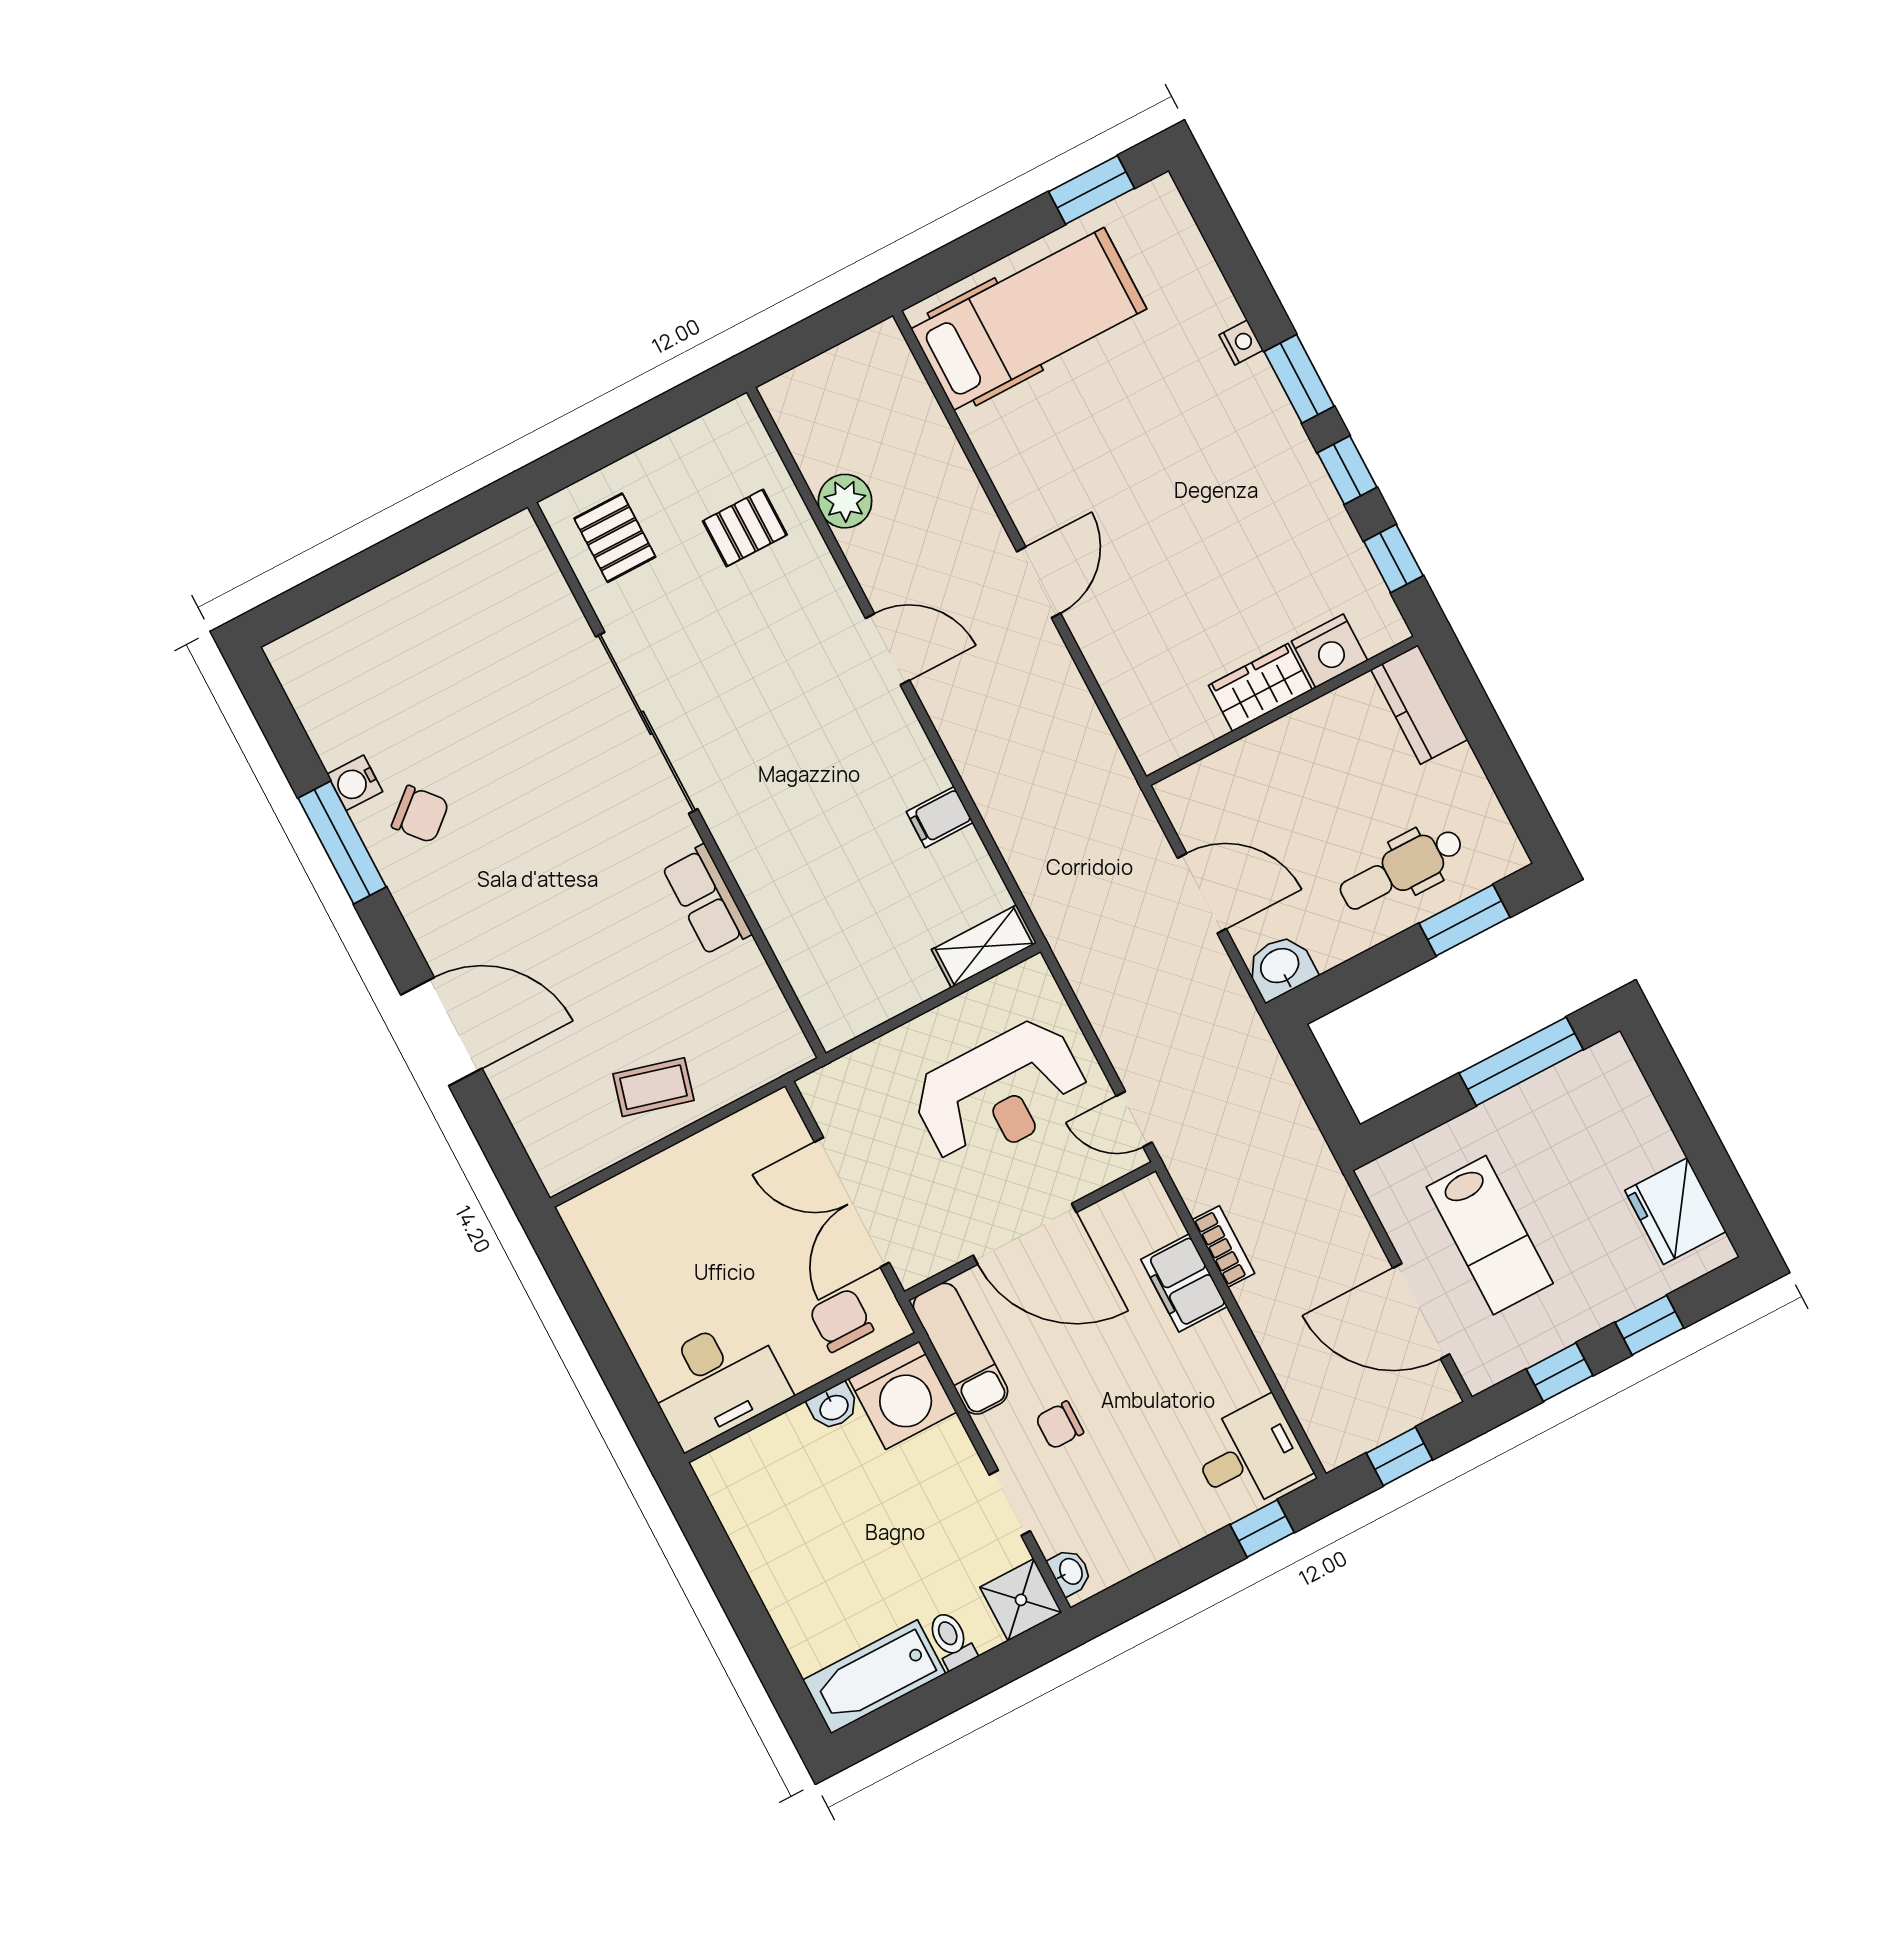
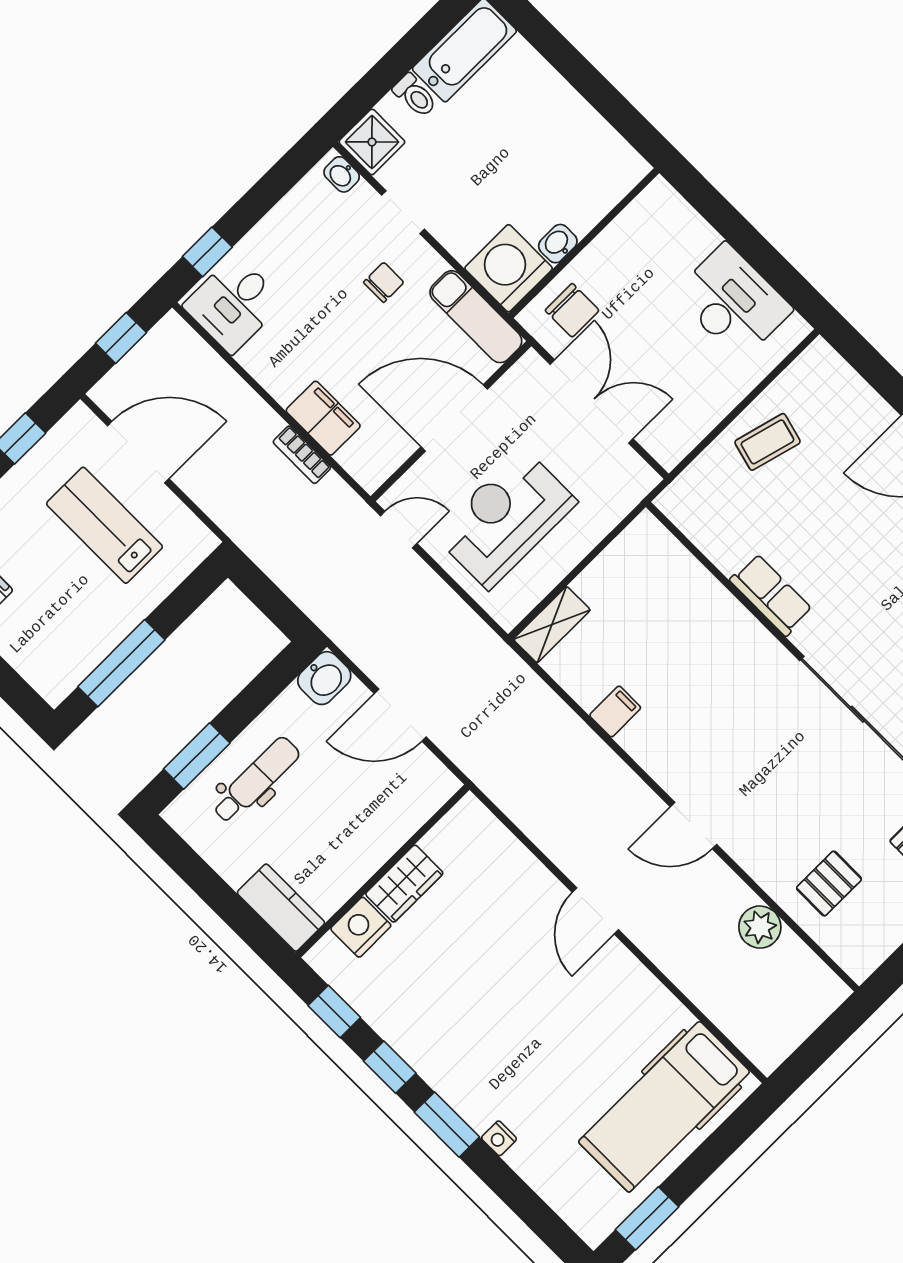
desk: (717, 1381) -> (733, 302), moved, turned 90

